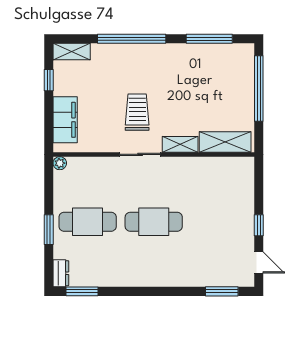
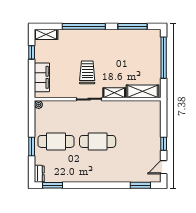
door: (259, 263) -> (164, 167), swing flipped

